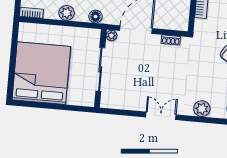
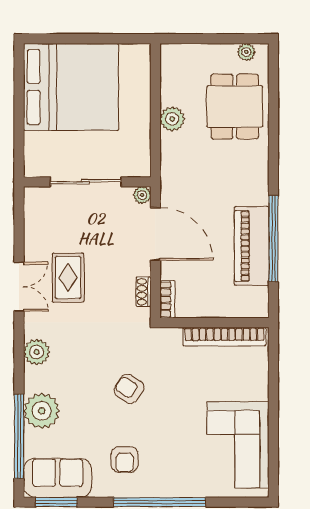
bookcase: (31, 13) -> (167, 299), moved
floor lamp: (95, 17) -> (170, 166), removed
rug: (158, 85) -> (68, 278), added

